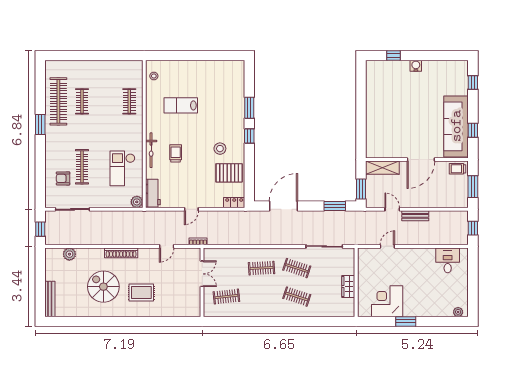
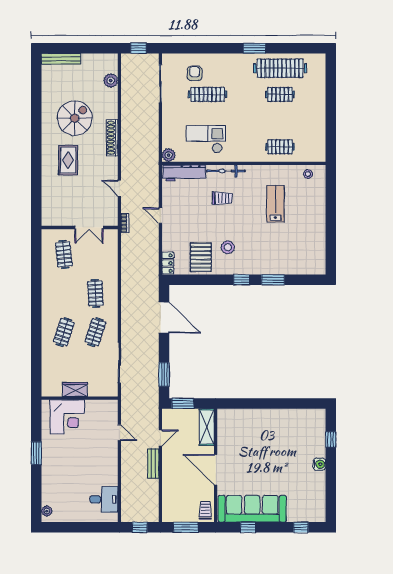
workbench: (153, 193) -> (184, 173), width x1.37
corner desk: (387, 301) -> (67, 417), moved, turned 90

